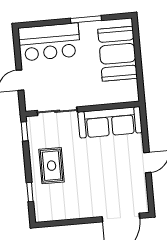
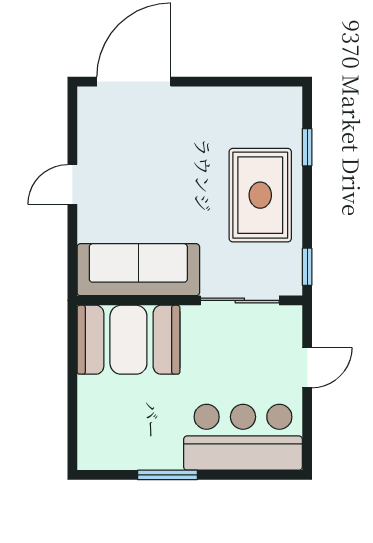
booth: (118, 54) -> (128, 340), moved, turned 90
rug: (52, 166) -> (260, 195), width x1.36, depth x1.43

